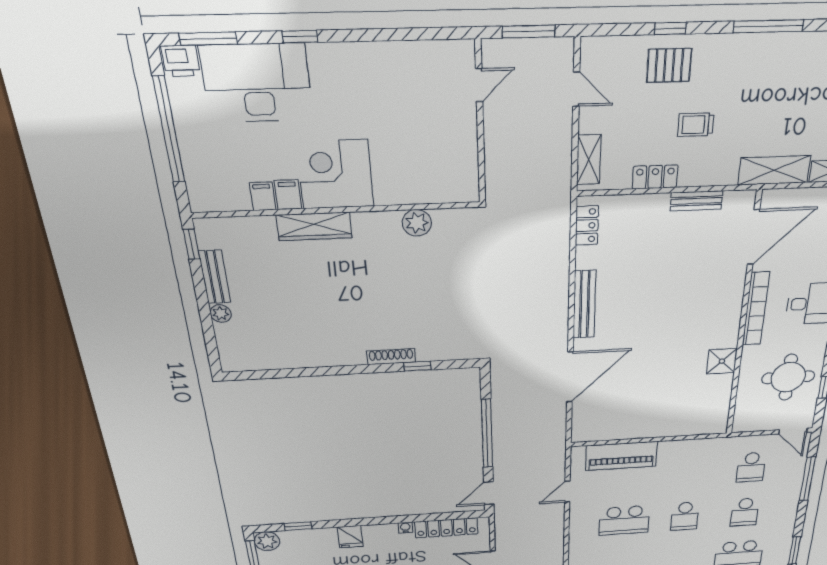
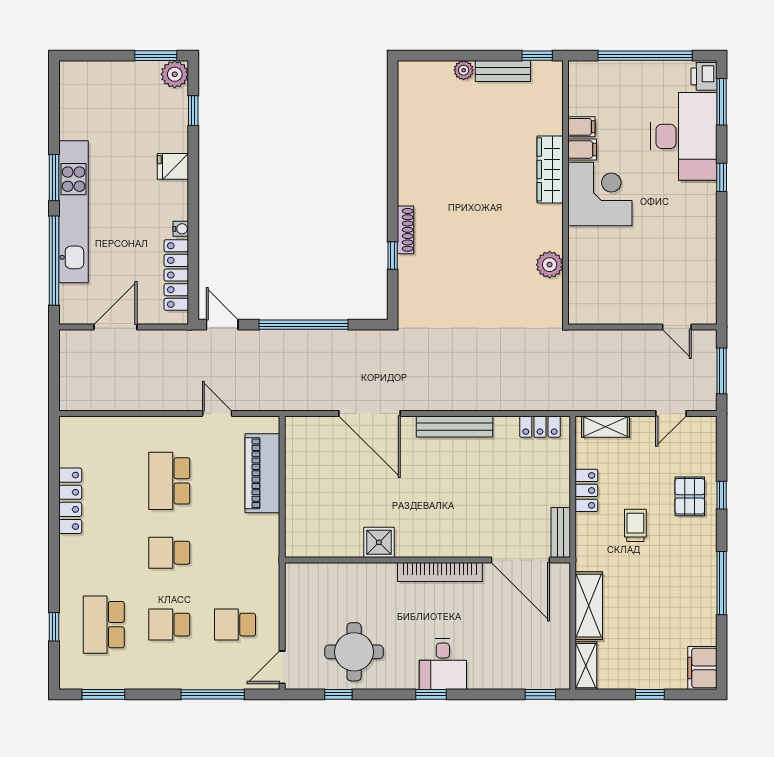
door: (753, 237) -> (520, 560), moved
bookcase: (756, 309) -> (440, 572), moved
wall: (743, 320) -> (427, 560), moved
shower: (722, 361) -> (379, 542), moved

